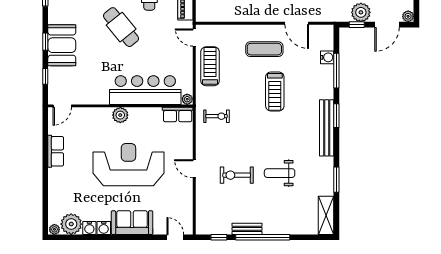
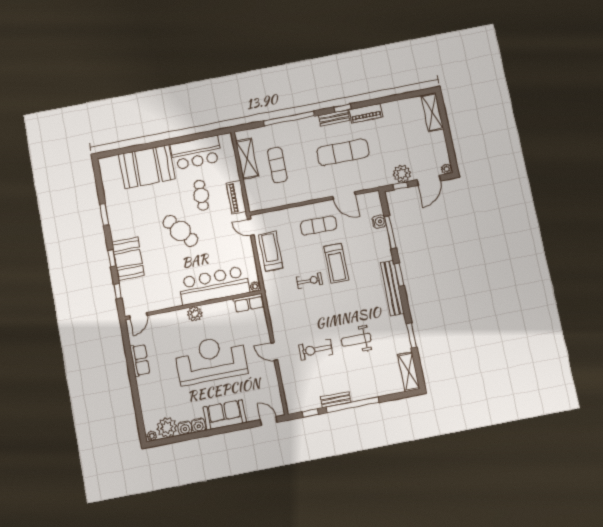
exercise bike: (217, 116) -> (309, 281), moved

